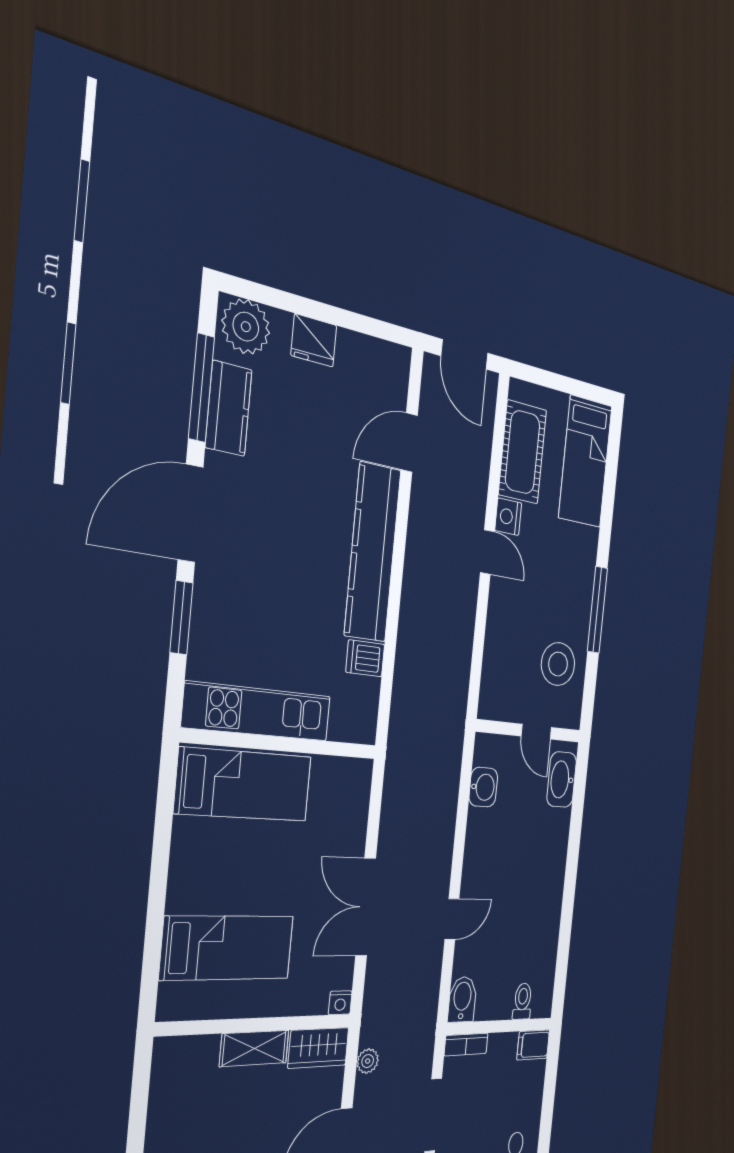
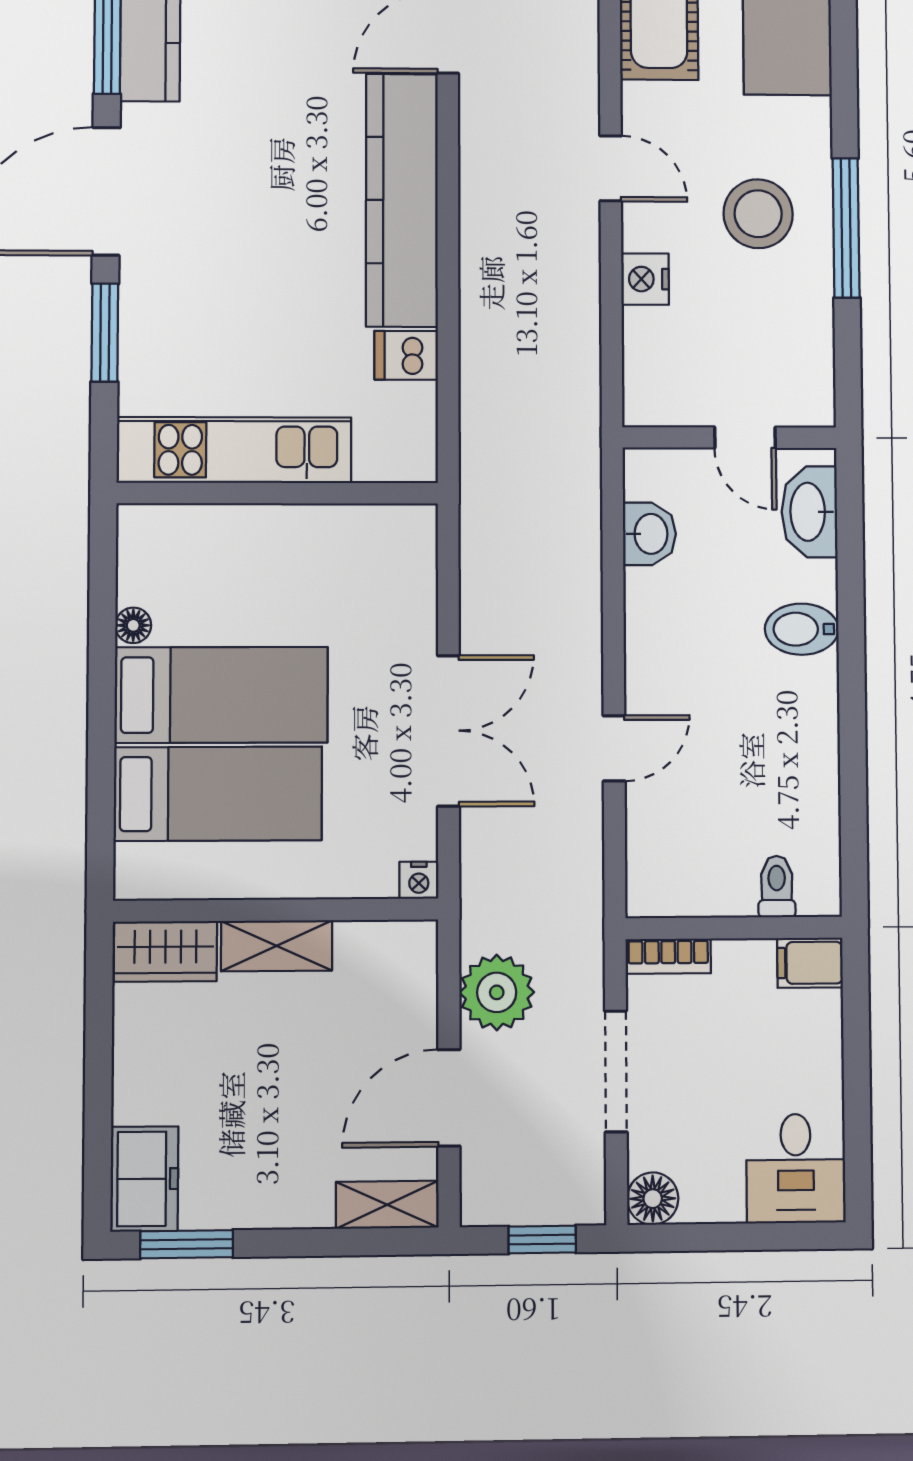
nightstand: (508, 517) -> (645, 279), moved
stool: (558, 664) -> (758, 214), moved
bed: (244, 785) -> (221, 695), moved
floor lamp: (183, 830) -> (133, 625), added
double door: (366, 907) -> (448, 731), swing flipped
bidet: (462, 999) -> (802, 629), moved, turned -90
wardrobe: (318, 1048) -> (165, 951), moved
plant: (368, 1061) -> (497, 992), width x1.88, depth x1.88

